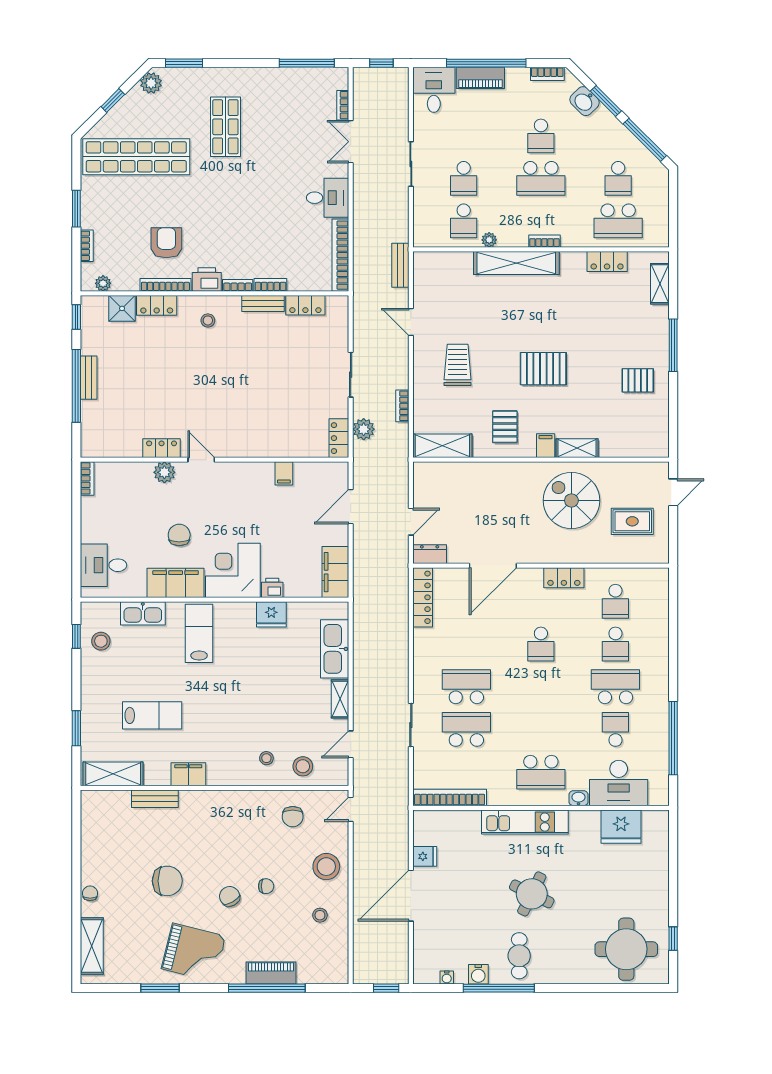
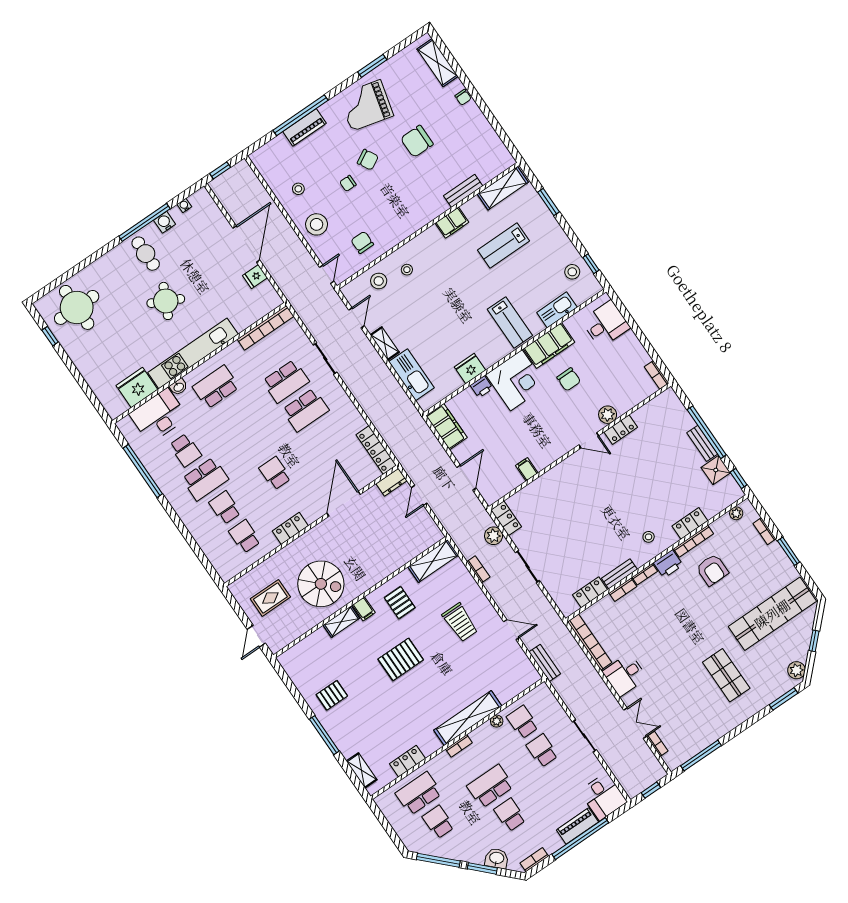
shower: (122, 308) -> (716, 470), moved
kitchen unit: (525, 822) -> (193, 353), width x1.36

